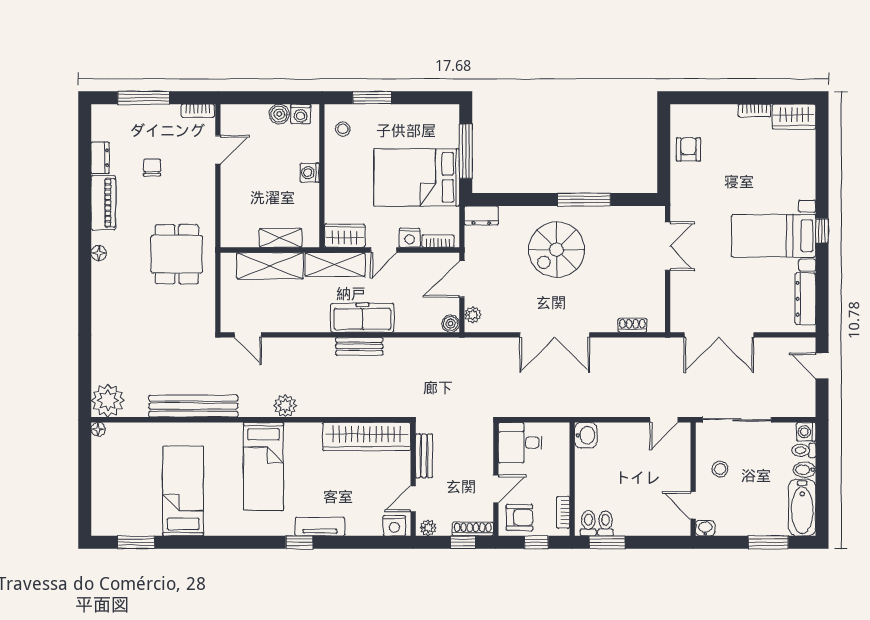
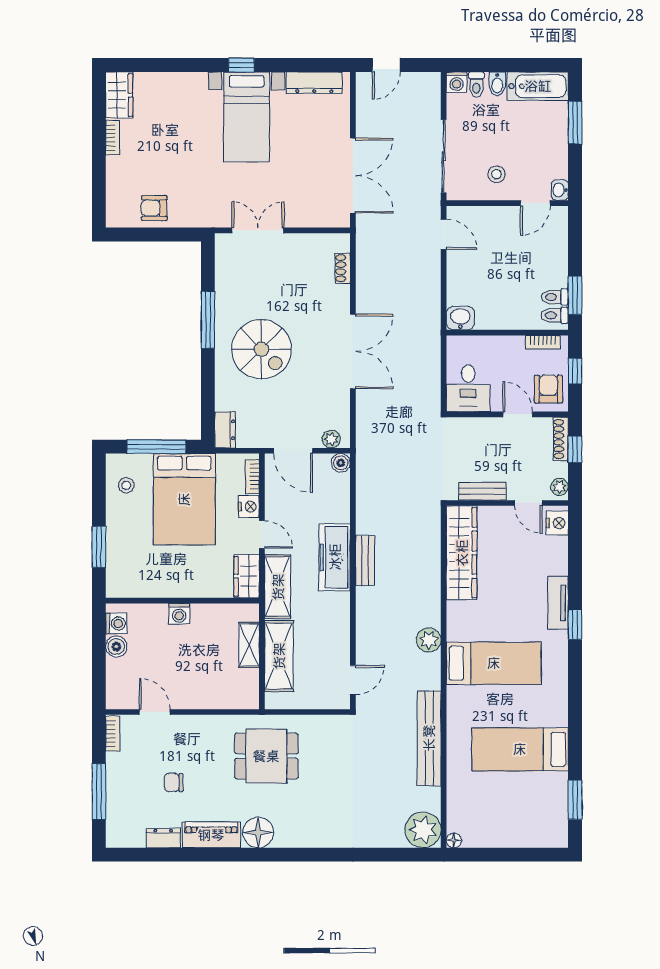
stool: (343, 129) -> (126, 485), moved
floor lamp: (99, 253) -> (258, 832), width x1.89, depth x1.89

